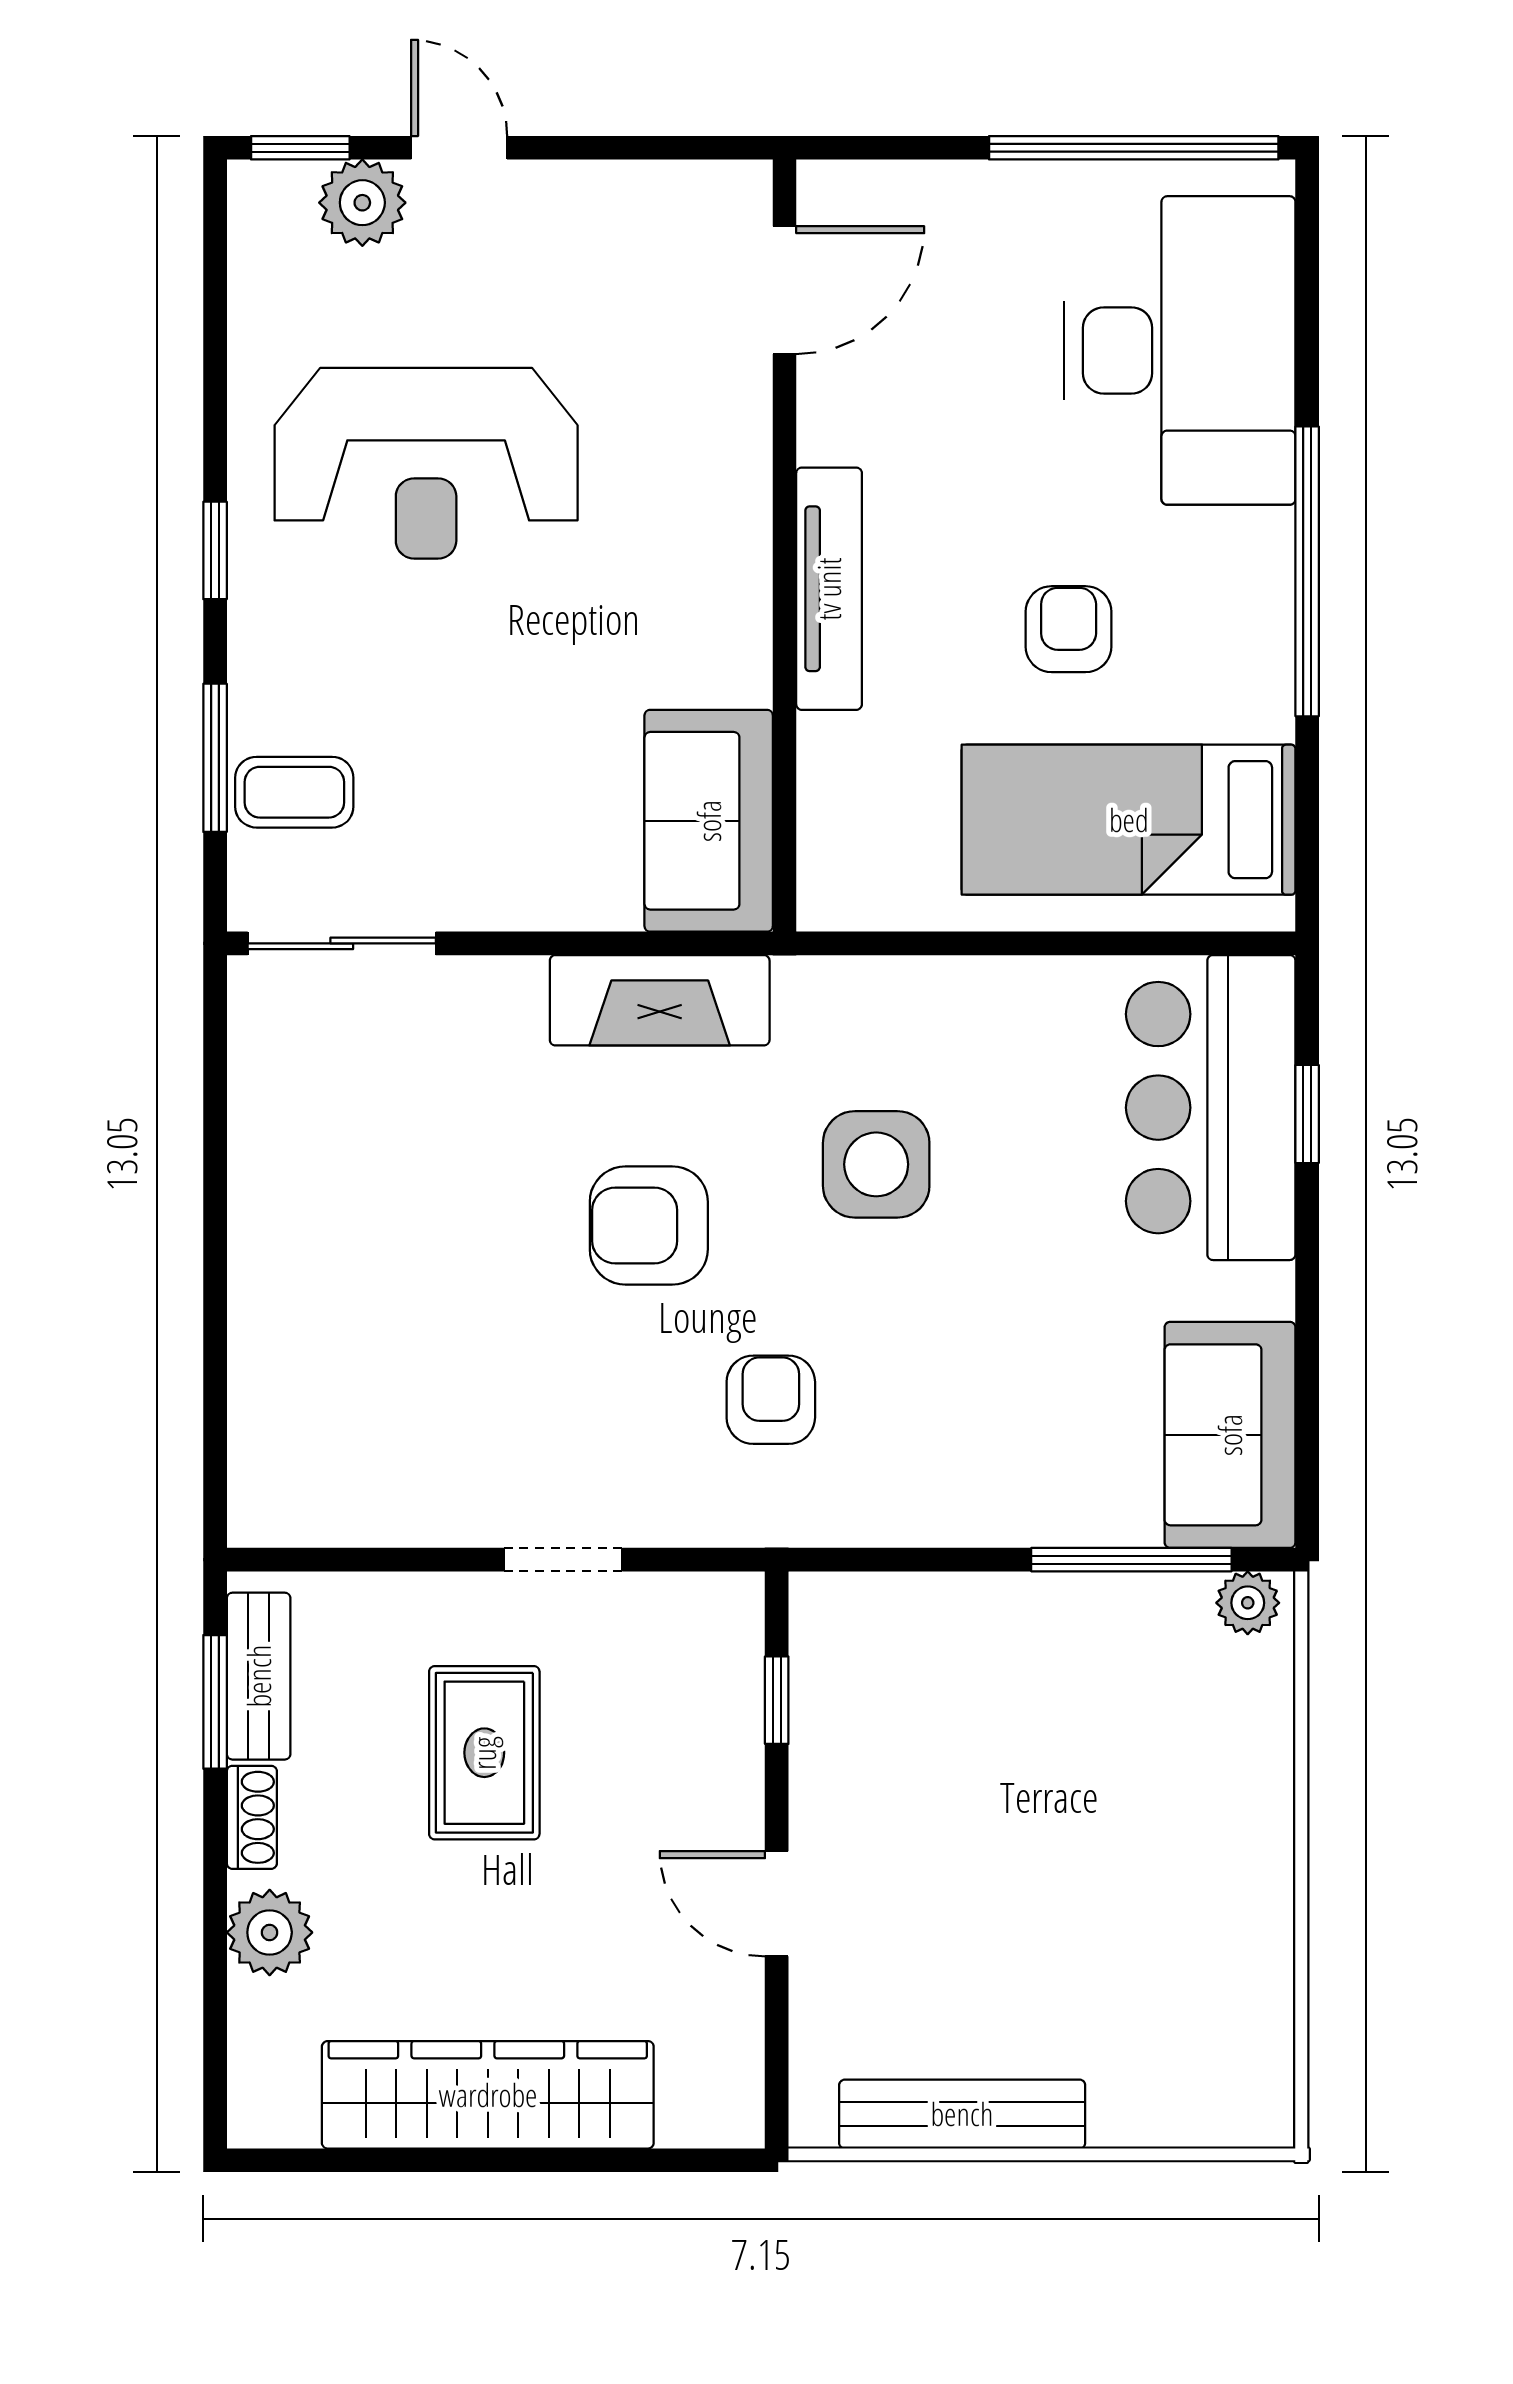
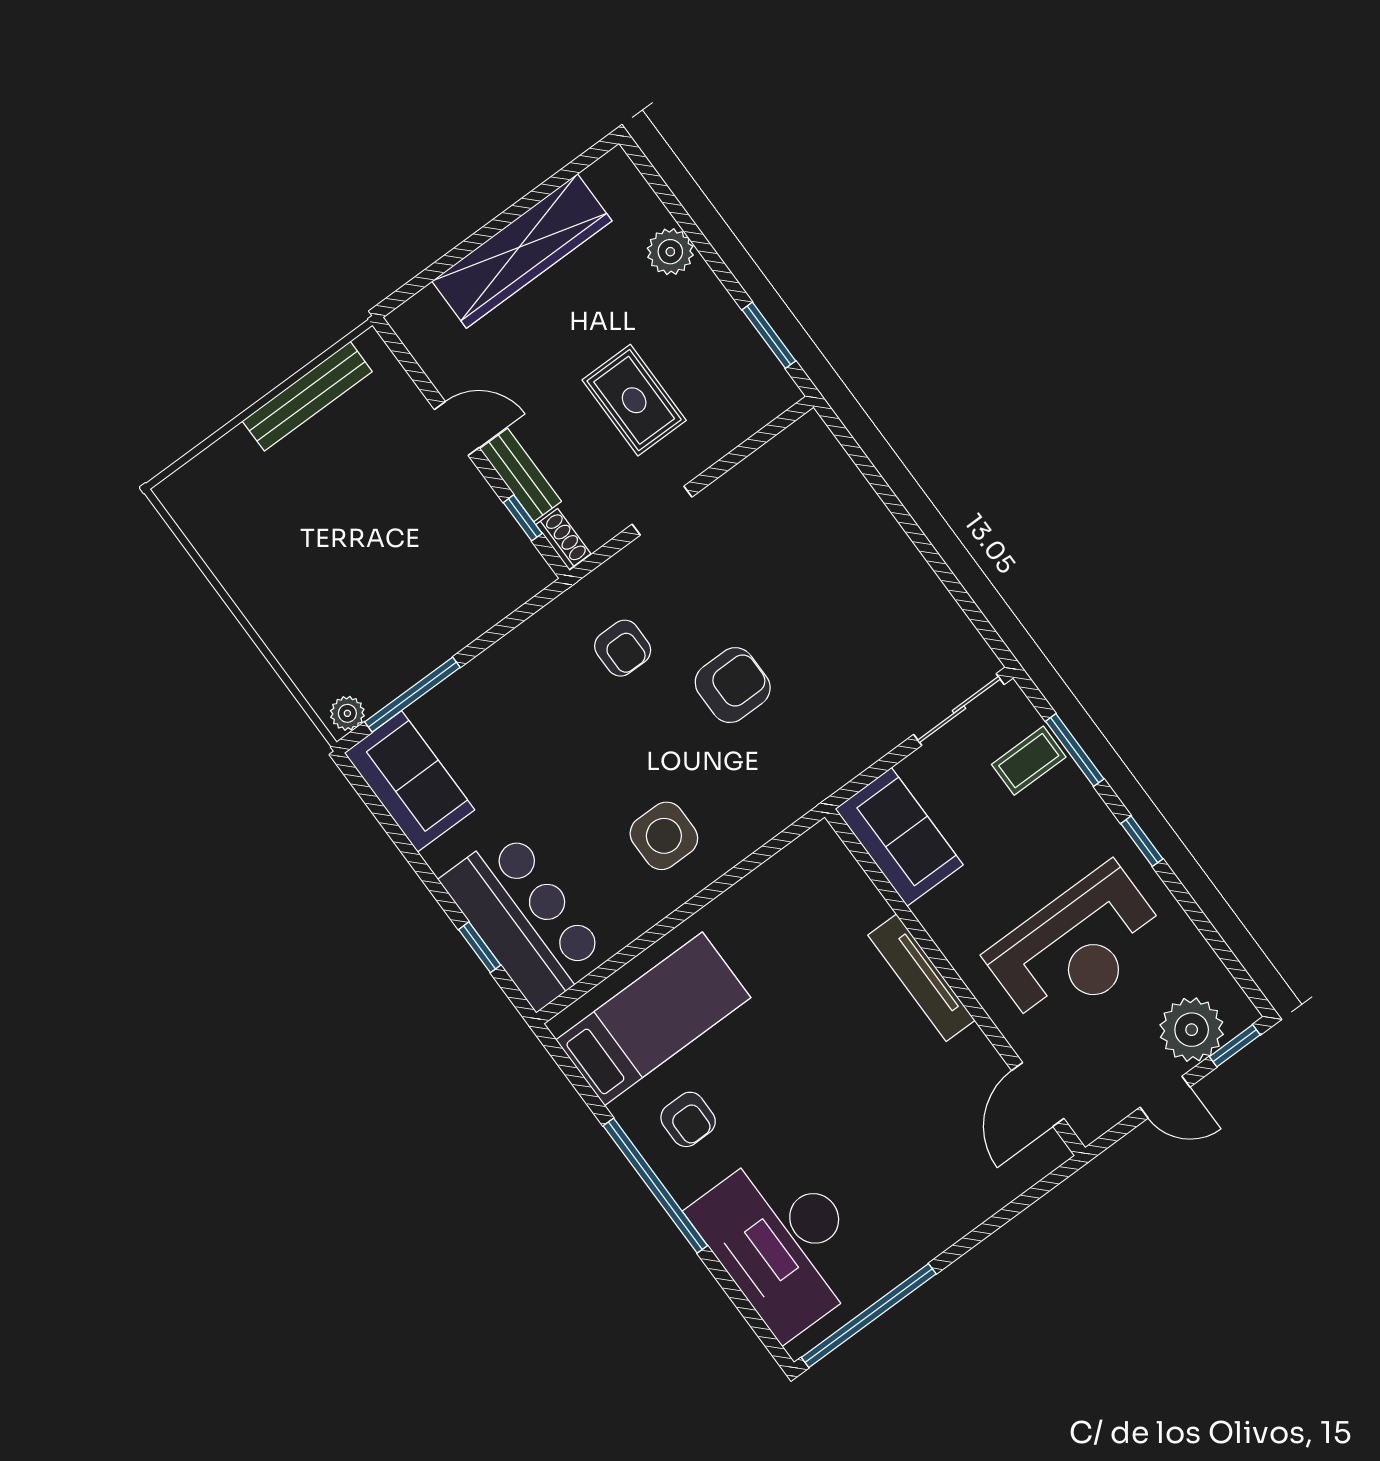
plant: (362, 203) -> (1192, 1030), width x1.36, depth x1.36
door: (784, 290) -> (1038, 1094), moved
reception desk: (426, 463) -> (1077, 948), turned 180
wall: (784, 546) -> (955, 982), moved
tv unit: (829, 589) -> (921, 978), moved
armchair: (1069, 629) -> (688, 1119), moved
sofa: (709, 821) -> (899, 837), moved
fireplace: (660, 1000) -> (801, 788), removed
side table: (876, 1164) -> (664, 836), moved
bench: (259, 1676) -> (521, 475), moved
shoe rack: (252, 1817) -> (563, 539), moved, turned 180

